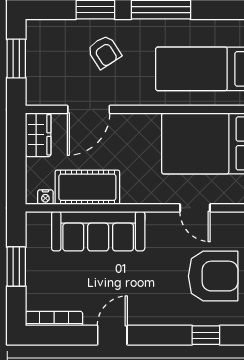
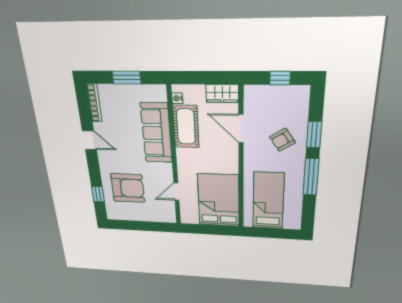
window: (16, 58) -> (280, 78), width x0.67
armchair: (213, 276) -> (128, 188), moved, turned -90

